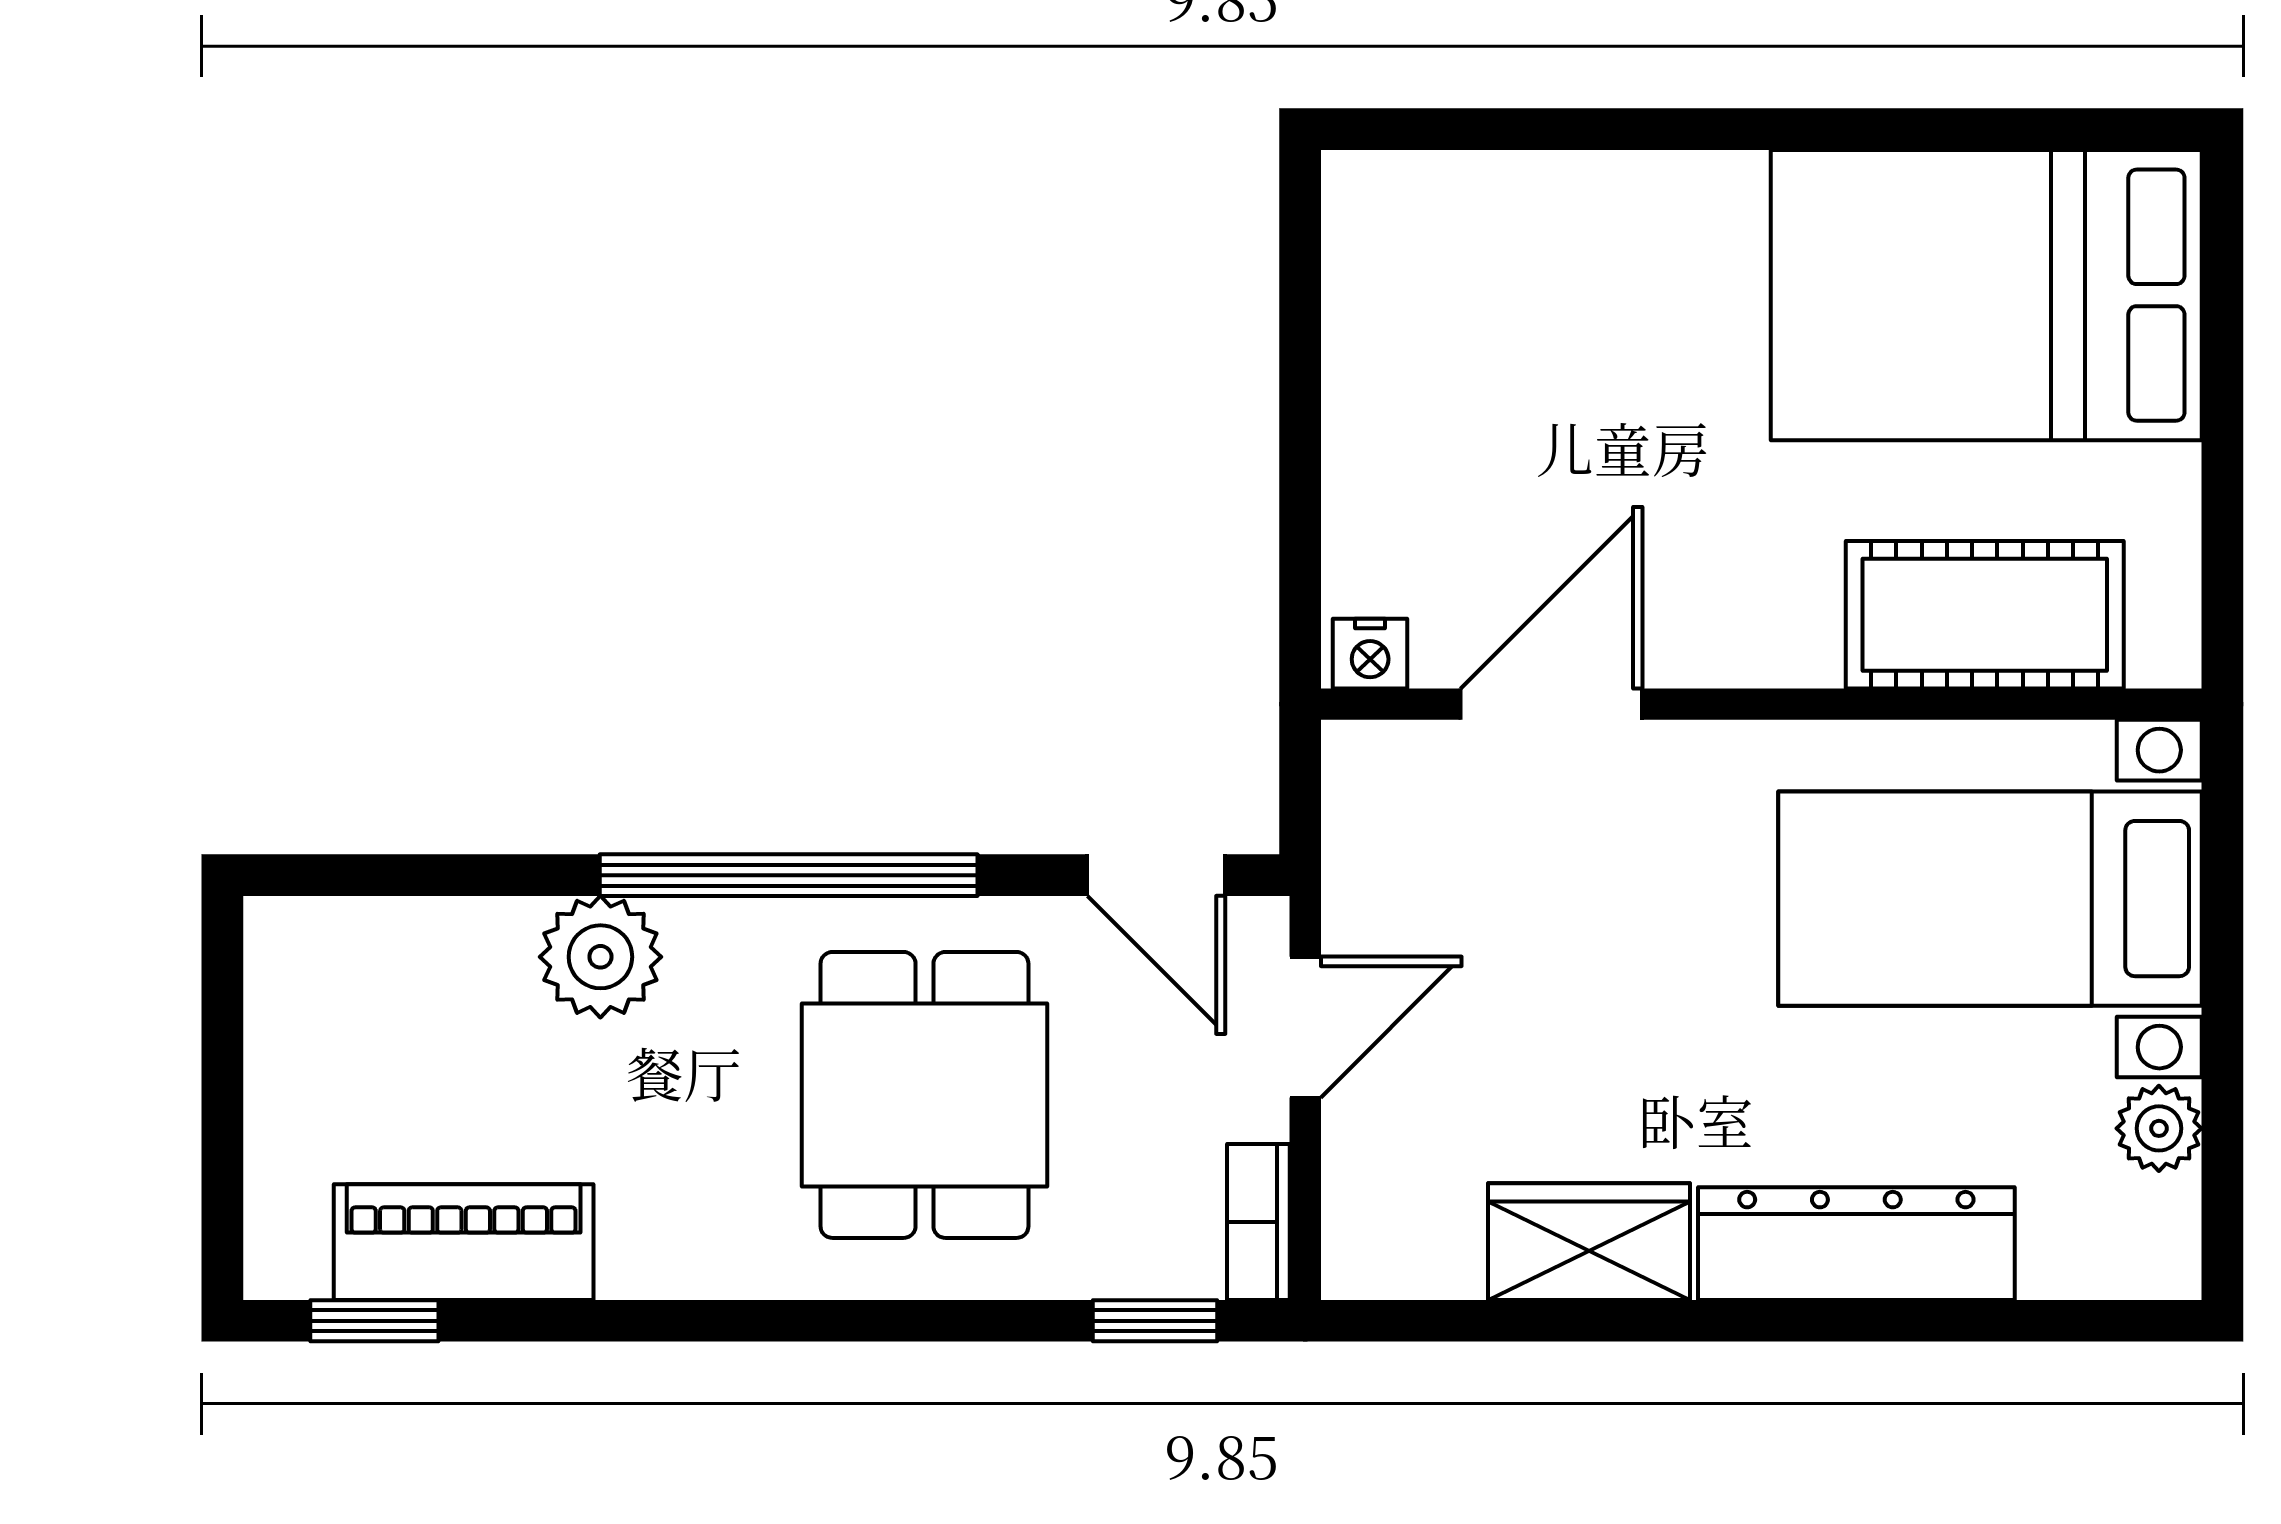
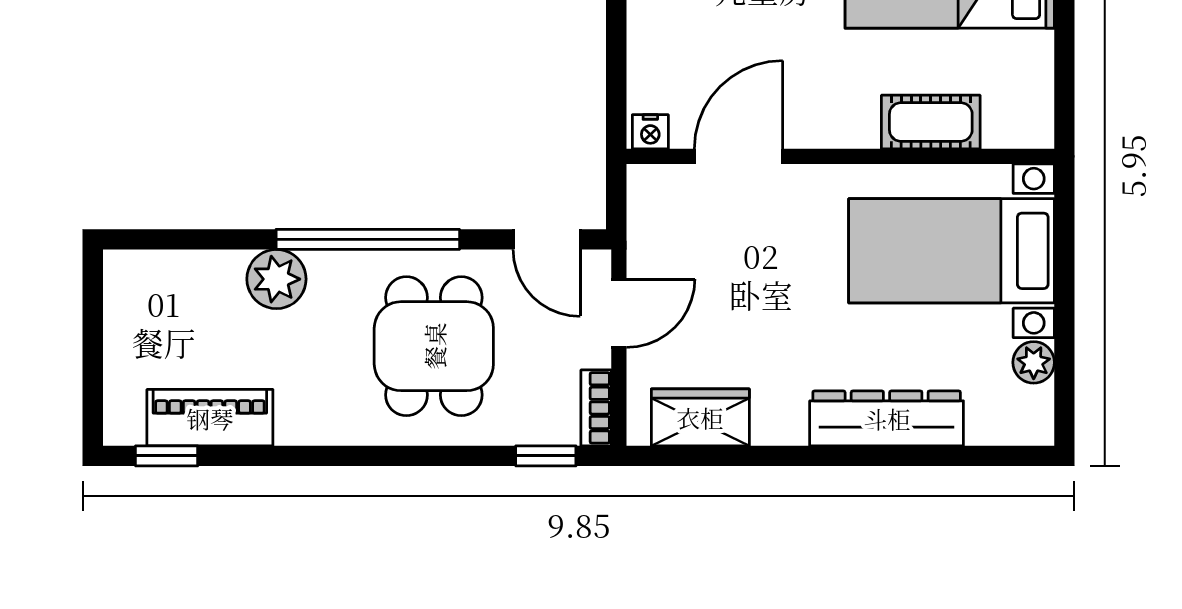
cot: (1985, 615) -> (931, 122), width x0.73, depth x0.75
wardrobe: (1589, 1242) -> (700, 417), moved

